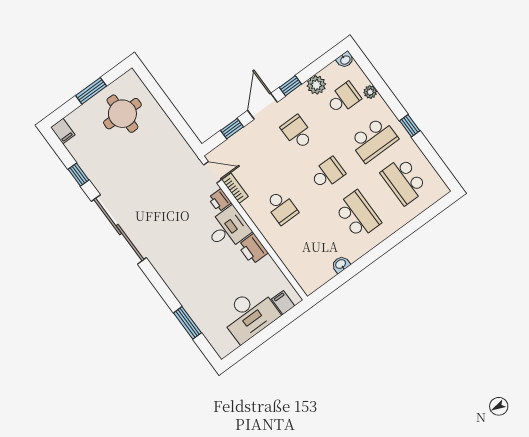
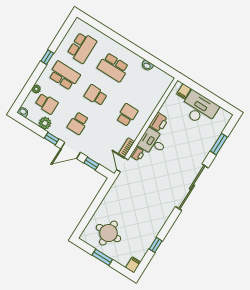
school desk: (343, 98) -> (47, 104), turned 180
school desk: (358, 215) -> (113, 67), turned -90
sliding door: (119, 230) -> (192, 187), moved

